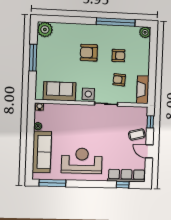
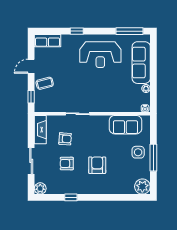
window: (116, 22) -> (71, 197), width x0.32
armchair: (89, 53) -> (97, 165), turned -90
sliding door: (153, 60) -> (31, 161), added
side table: (88, 94) -> (138, 152), moved
door: (149, 151) -> (31, 66), swing flipped
row of seats: (126, 176) -> (48, 41), width x0.68
window: (123, 185) -> (77, 31), moved

